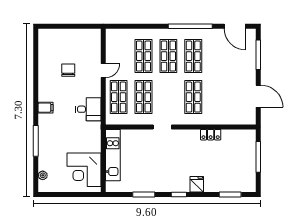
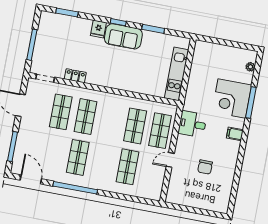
shop shelf: (168, 56) -> (61, 112), moved
doorway: (162, 127) -> (45, 78), moved
corner desk: (84, 170) -> (232, 99), moved, turned 180
sofa: (171, 182) -> (123, 36), added

